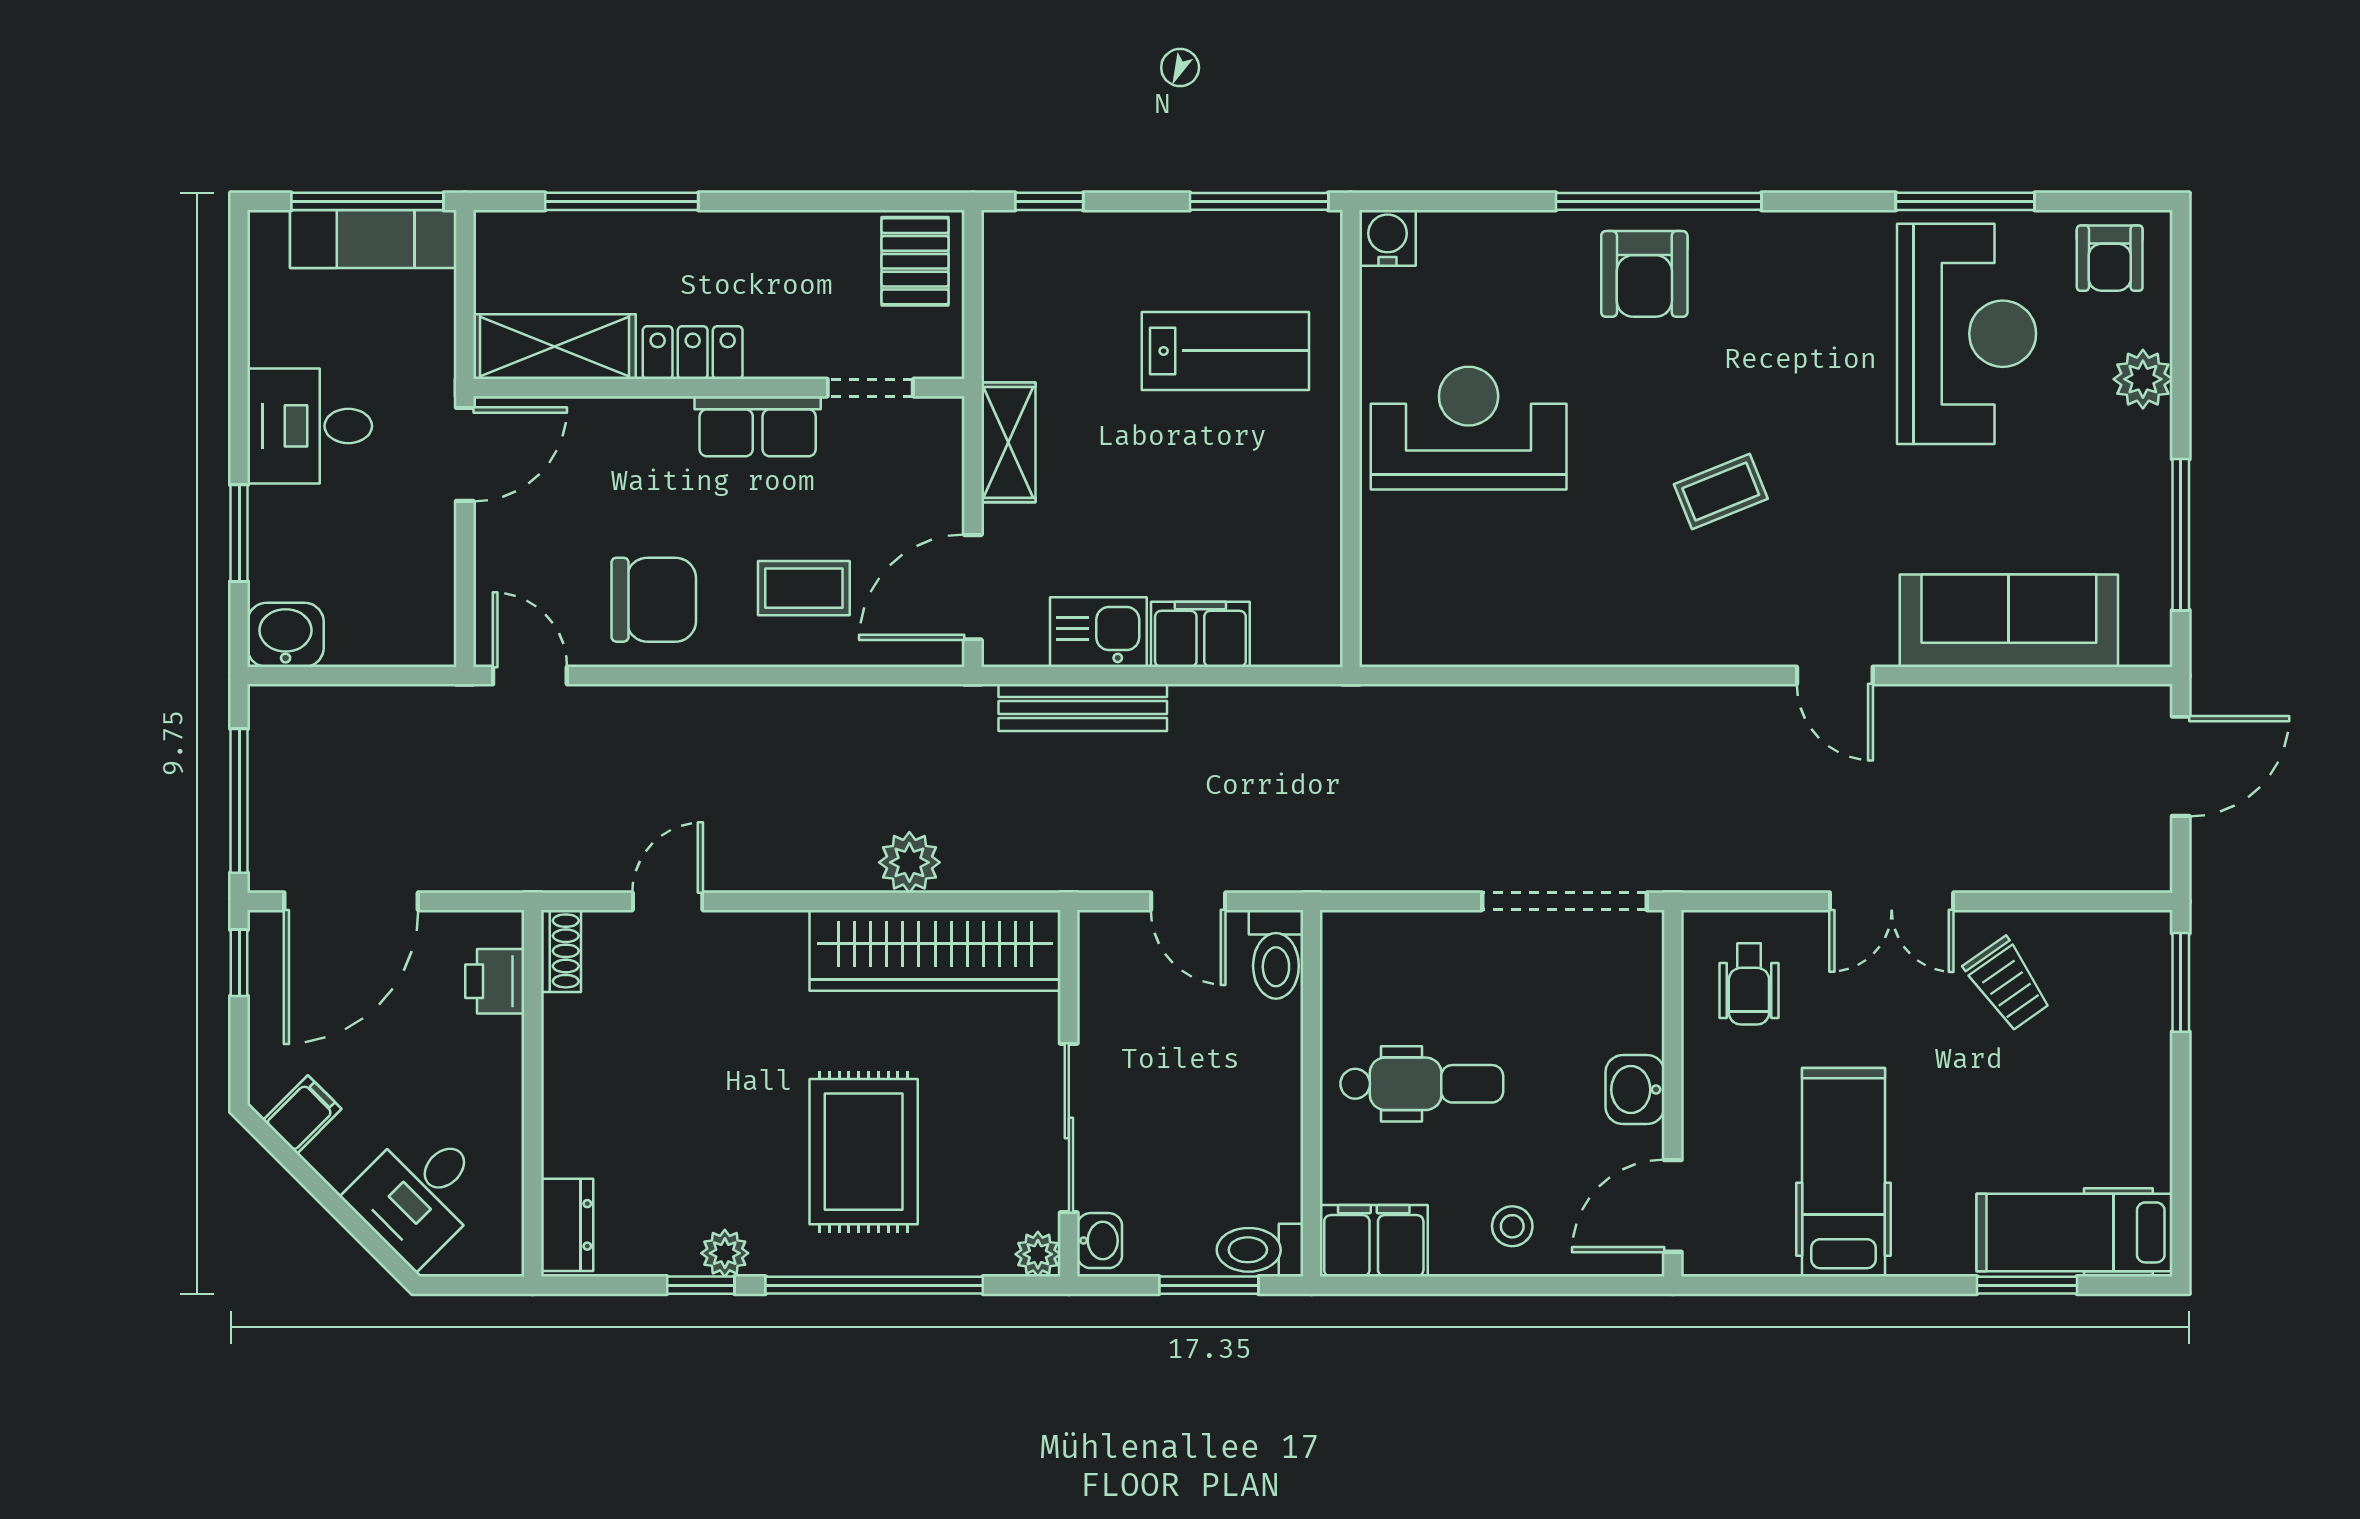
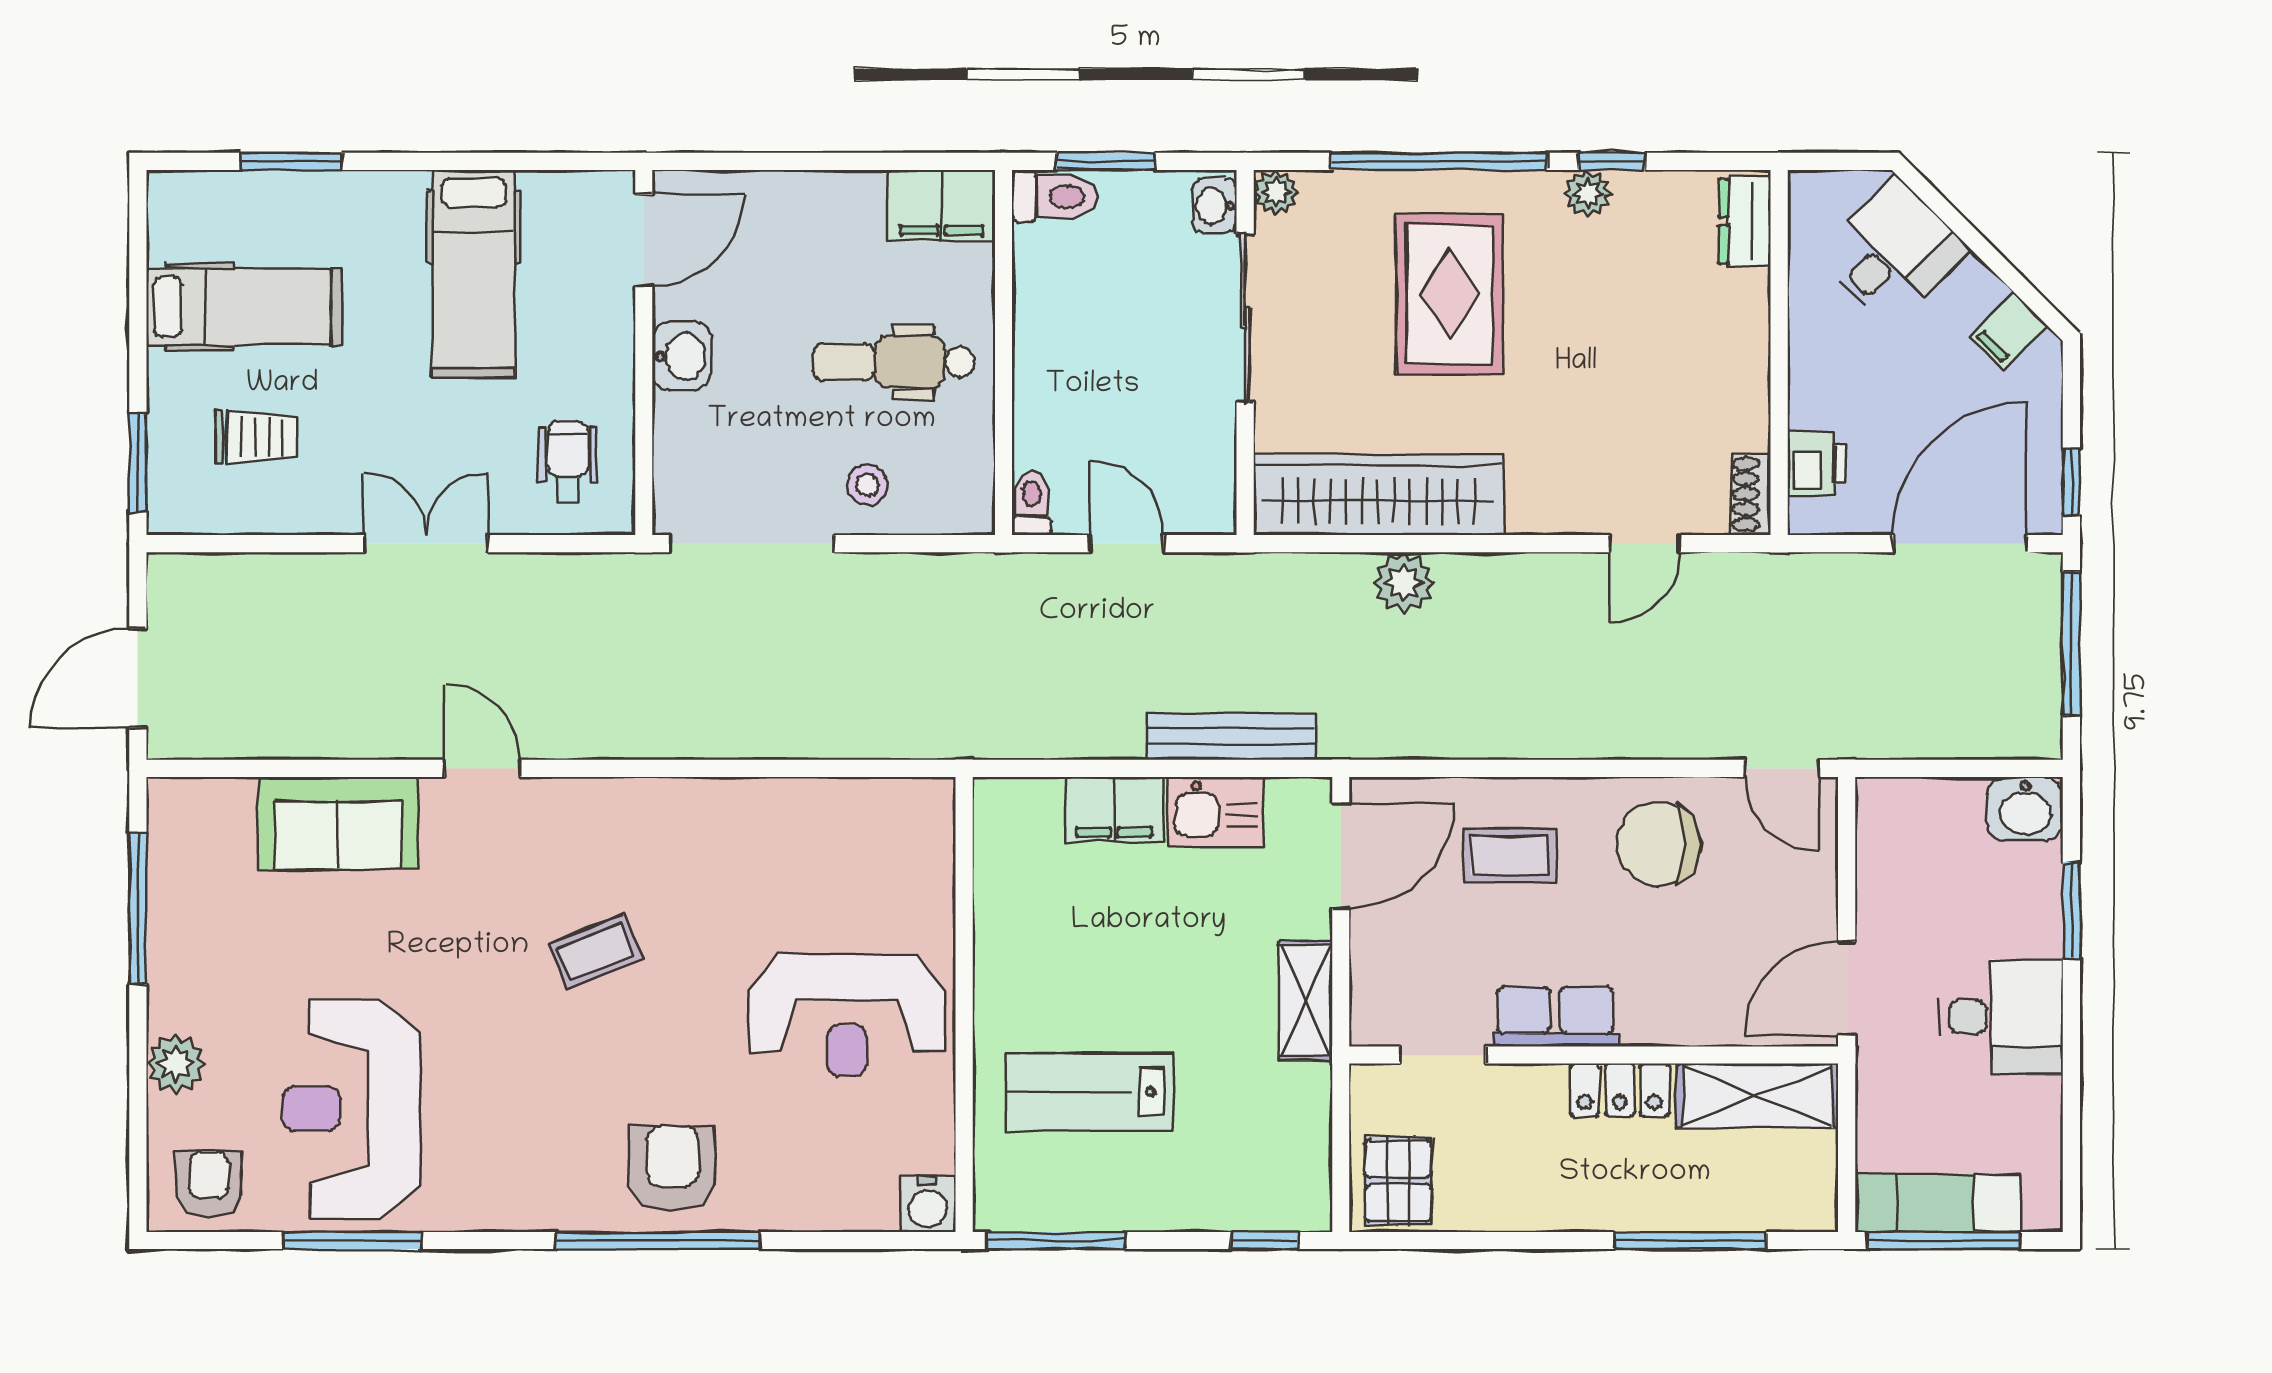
sofa: (2009, 621) -> (338, 823), width x0.73
toilet: (1276, 954) -> (1032, 503), width x0.73, depth x0.72
trolley: (2007, 984) -> (256, 436), moved, turned 125
stool: (1512, 1226) -> (867, 485), moved
hospital bed: (2074, 1232) -> (244, 307), moved

